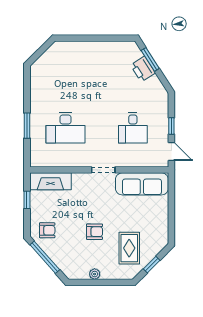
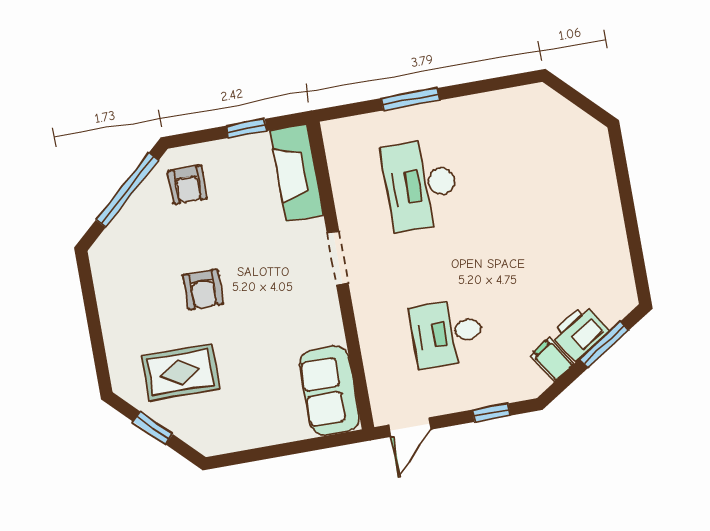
filing cabinet: (153, 84) -> (552, 360), added
window: (171, 126) -> (491, 413), moved
doorway: (103, 170) -> (338, 258), moved
sofa: (142, 184) -> (330, 390), width x0.73
plant: (95, 274) -> (110, 306), removed

